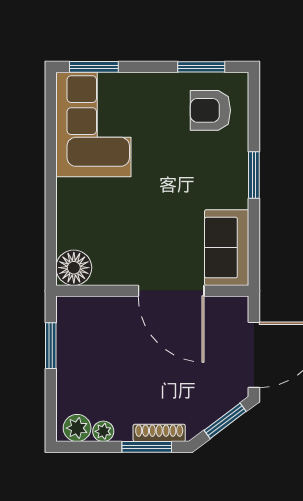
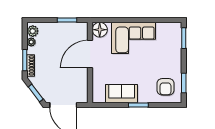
armchair: (210, 110) -> (165, 87), turned 180
corner sofa: (93, 124) -> (134, 38), moved
sofa: (227, 248) -> (122, 94), moved
door: (171, 291) -> (90, 54), moved

